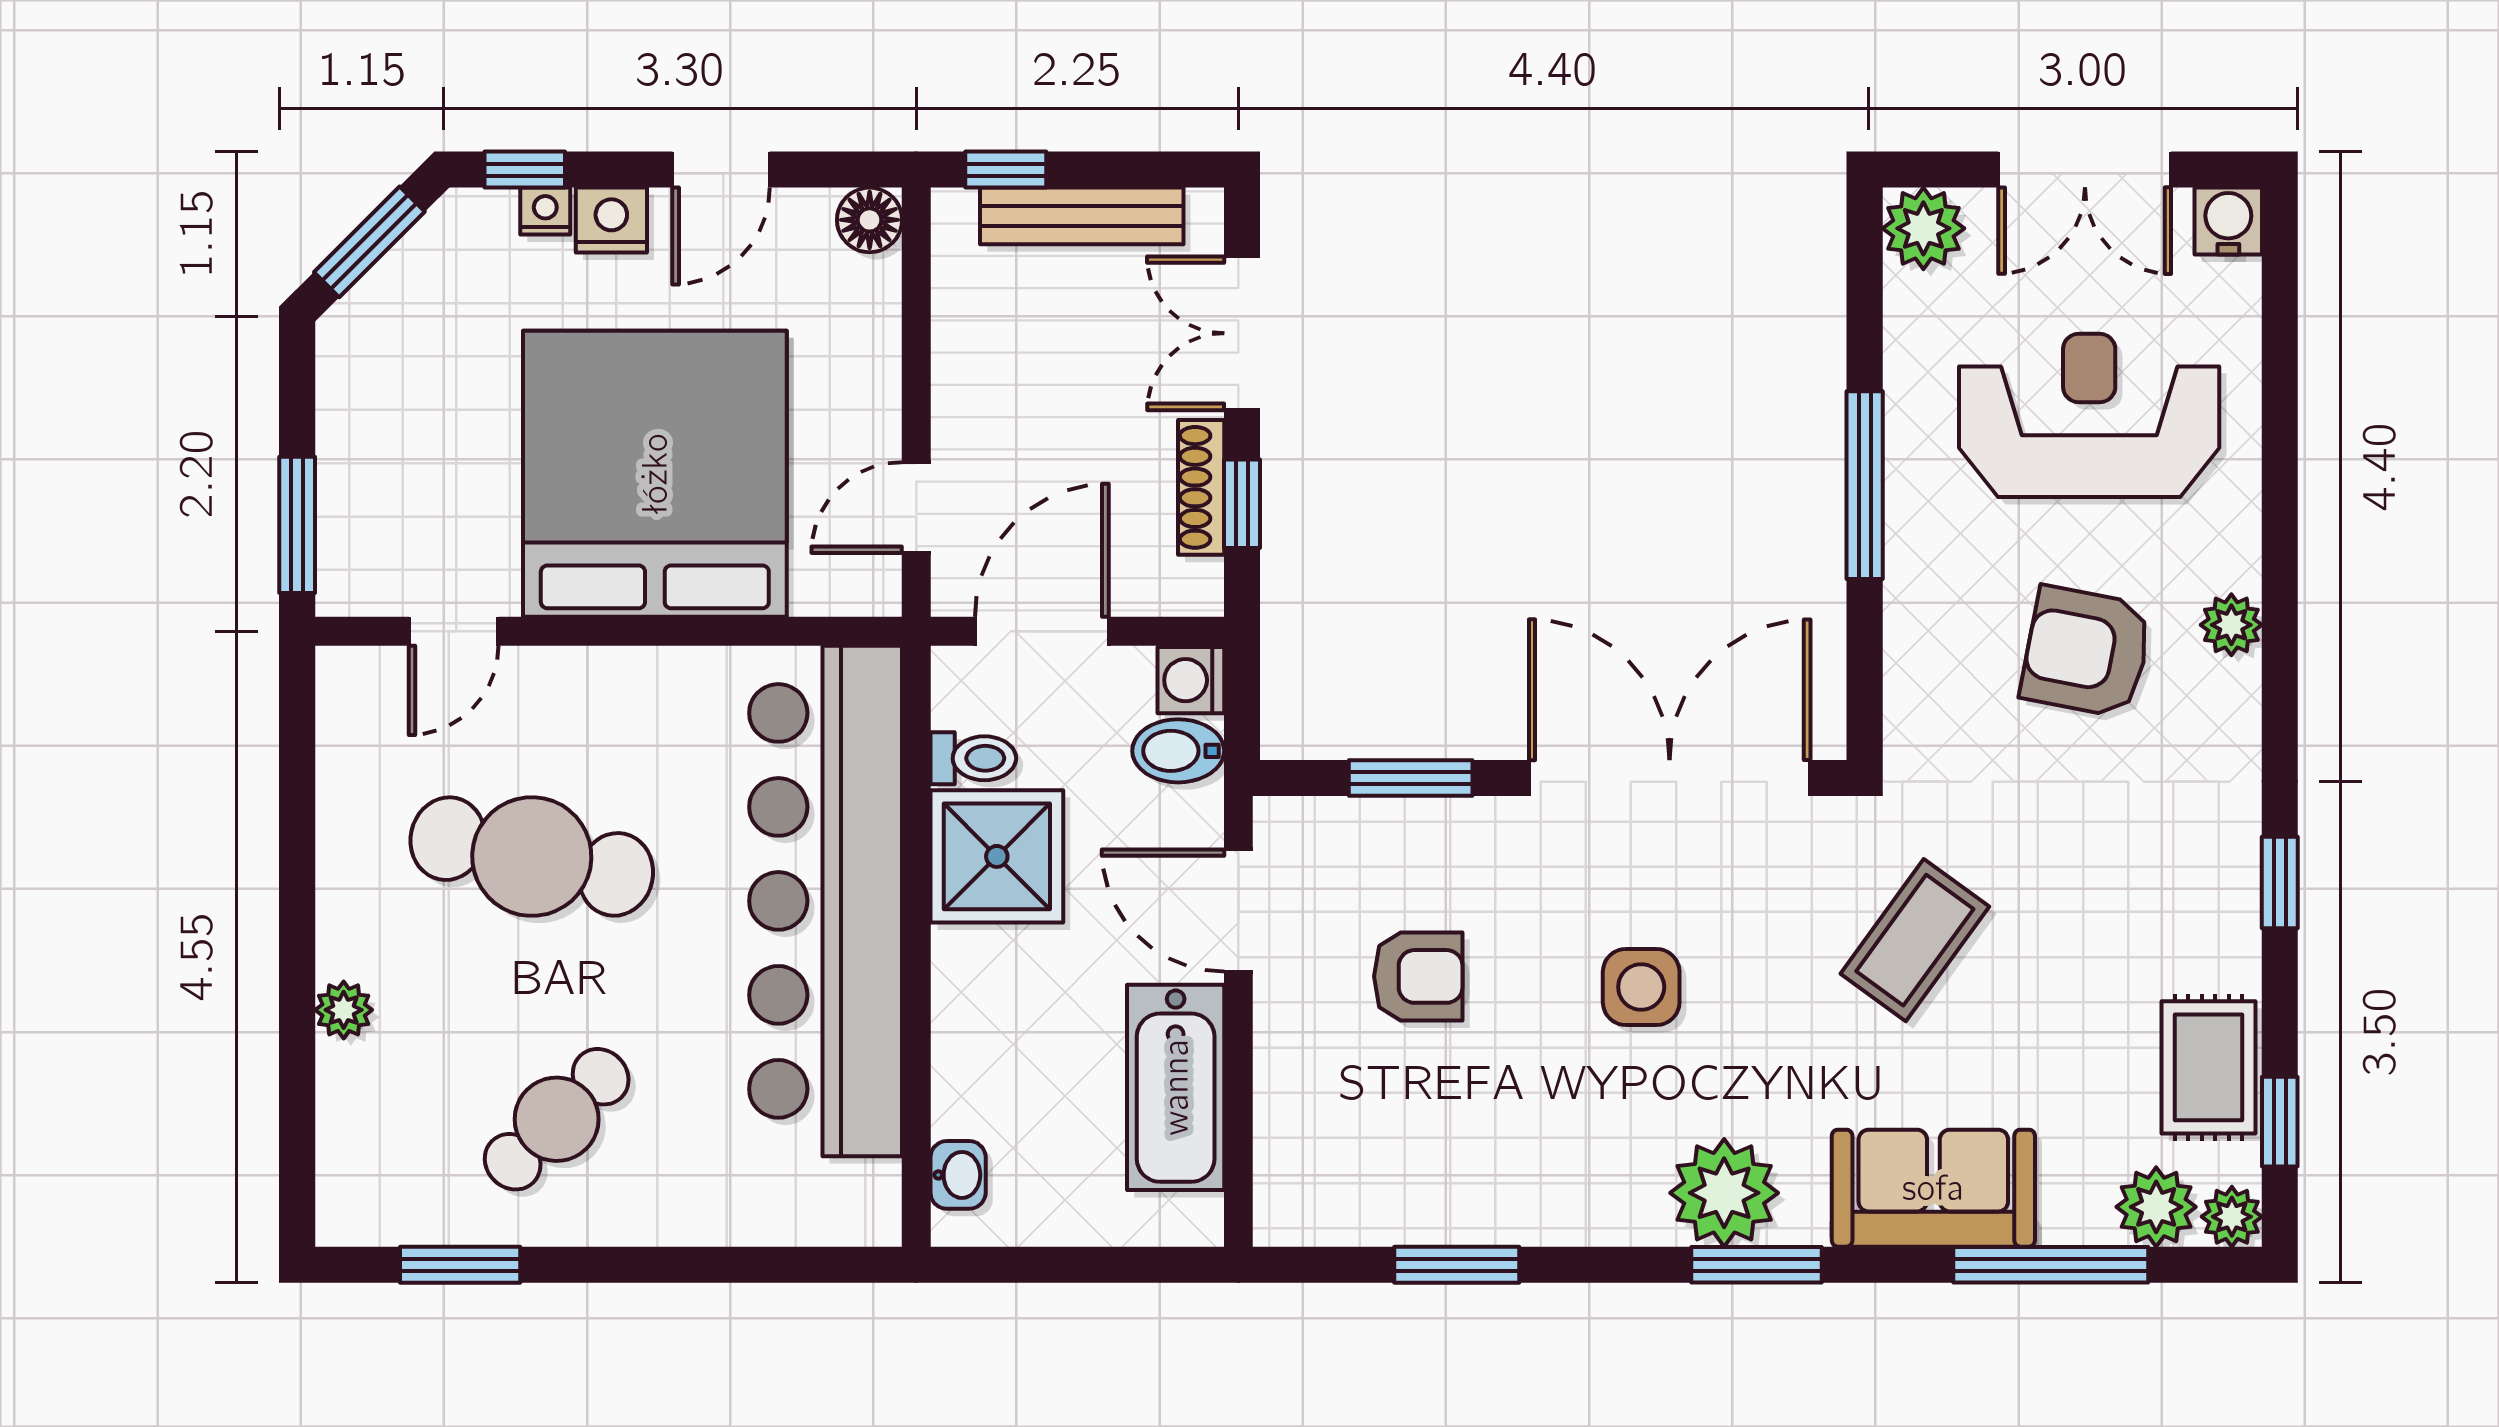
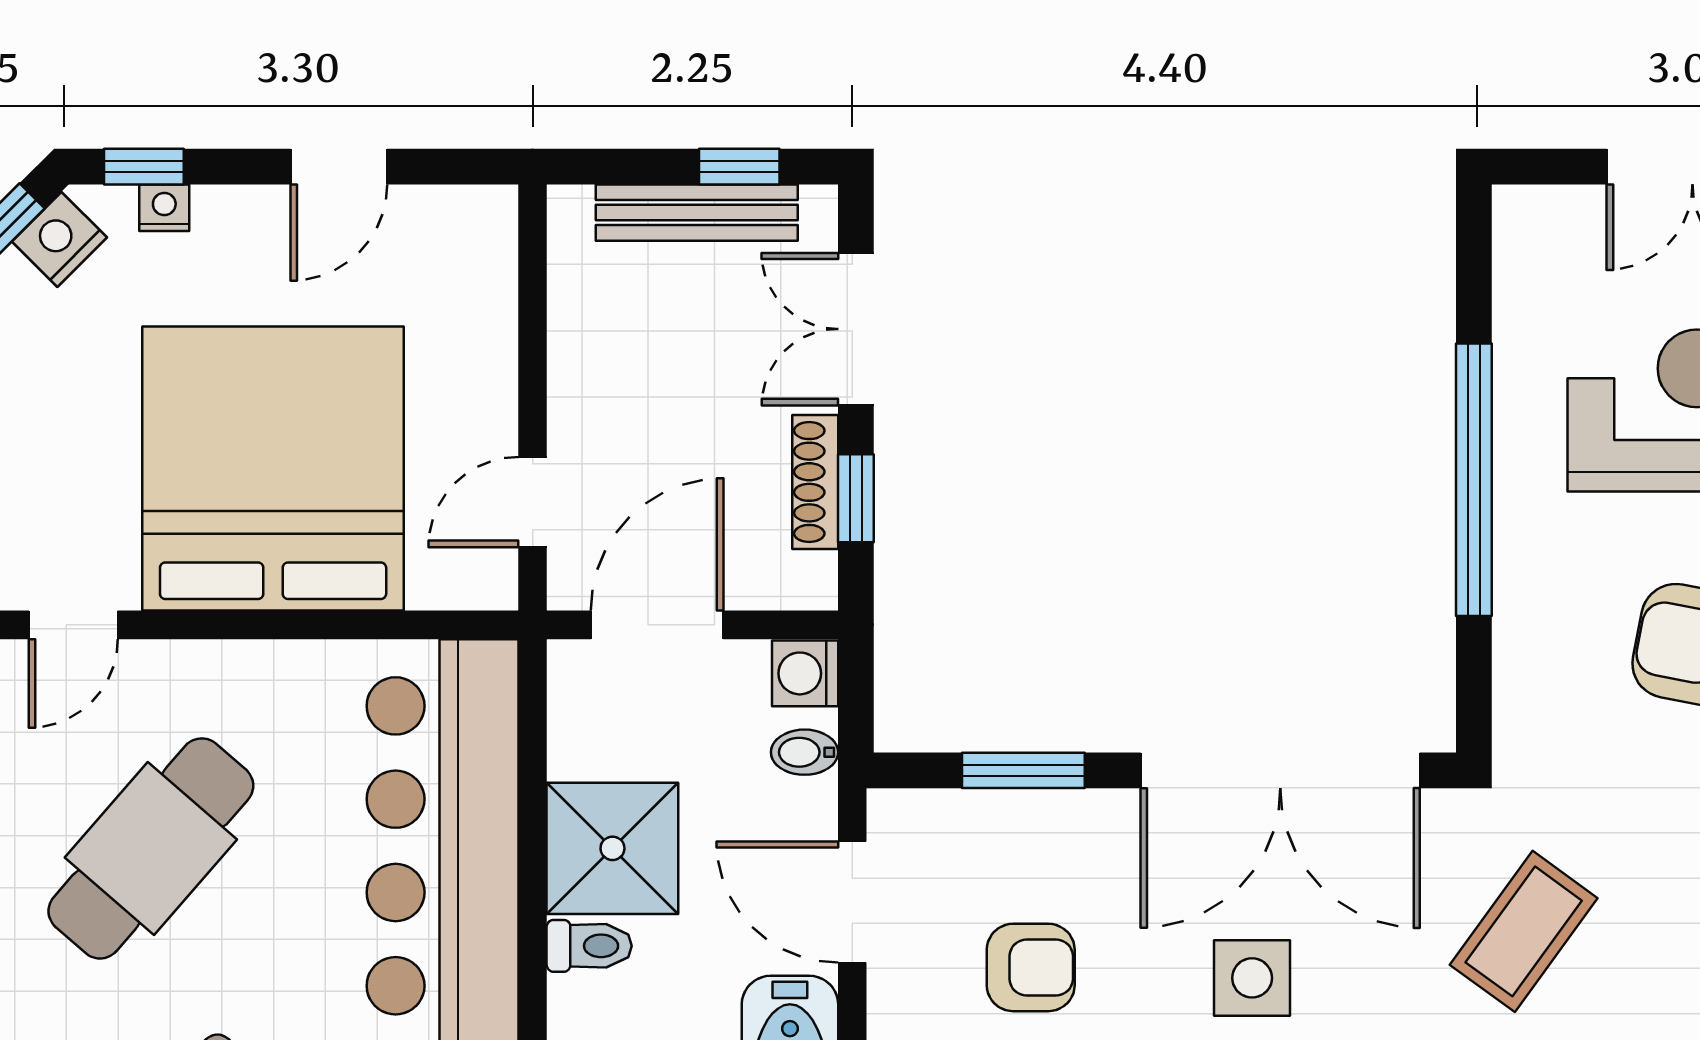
window: (1006, 170) -> (739, 167), moved
nightstand: (611, 220) -> (59, 239), moved, turned -45
floor lamp: (870, 220) -> (486, 217), removed
plant: (1923, 228) -> (1532, 225), removed
window: (1865, 485) -> (1474, 480), width x1.46
bidet: (1178, 751) -> (805, 752), width x0.72, depth x0.74
toilet: (973, 758) -> (589, 946), moved
double door: (1670, 778) -> (1280, 770), swing flipped
cafe table: (532, 857) -> (151, 848), turned -61

